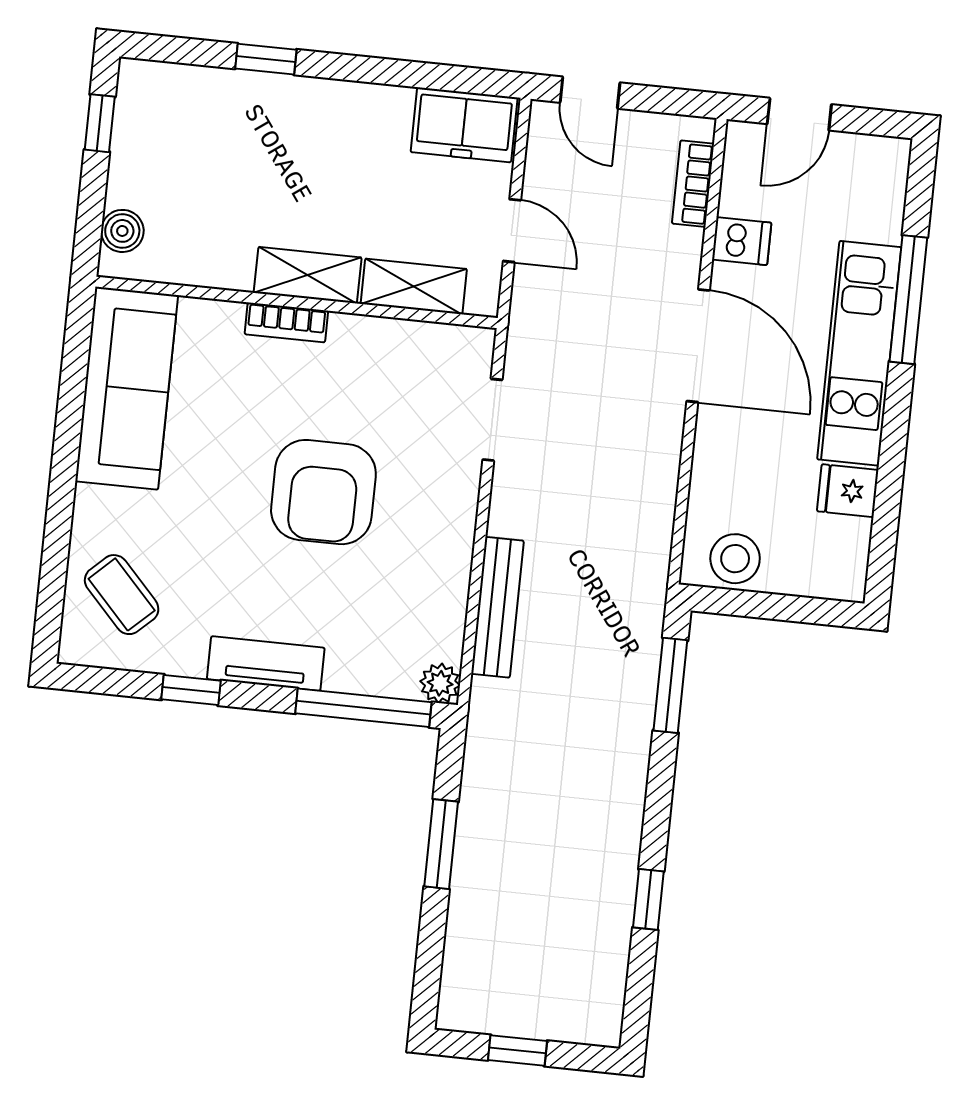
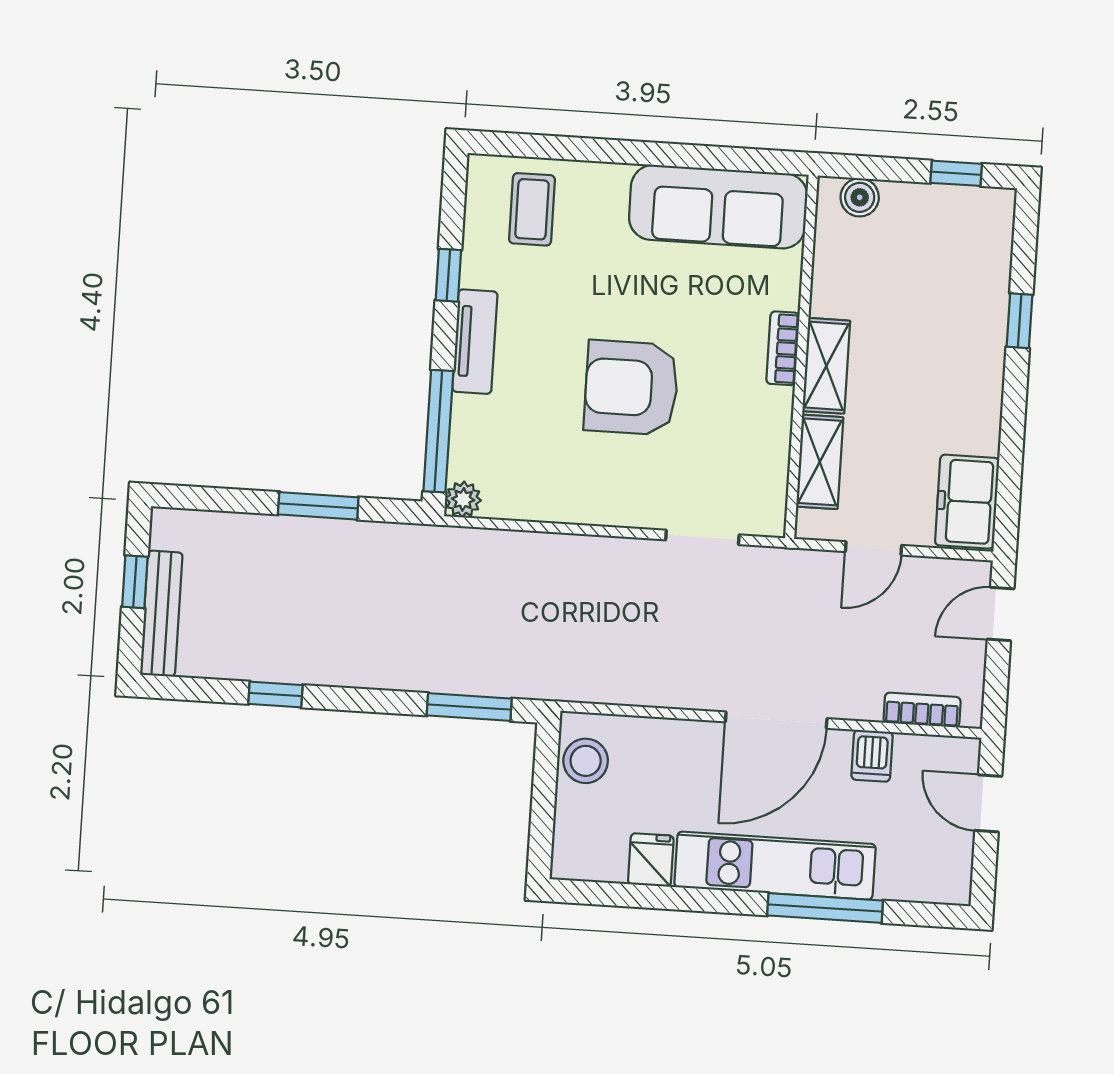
coffee table: (122, 595) -> (532, 209), turned -47
bench: (497, 607) -> (161, 614), moved, turned 90

